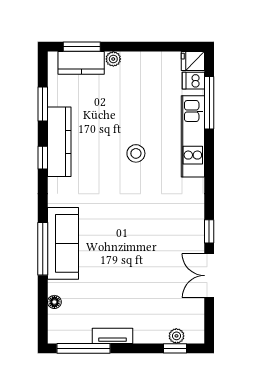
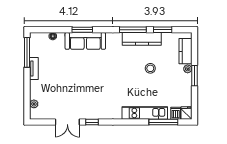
window: (82, 47) -> (195, 76), moved
stool: (136, 153) -> (150, 68), moved
window: (43, 158) -> (133, 30), width x2.17
window: (43, 249) -> (82, 30), width x0.69
double door: (209, 276) -> (67, 122), swing flipped
window: (175, 348) -> (27, 103), removed

